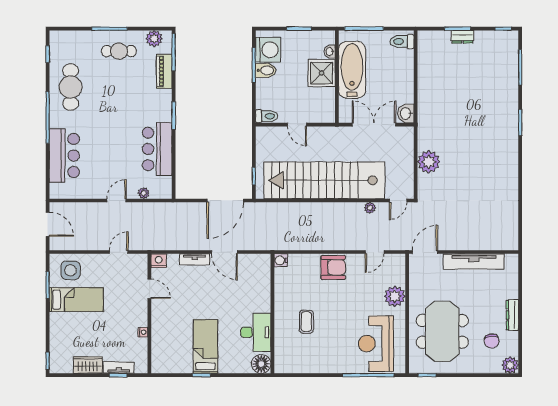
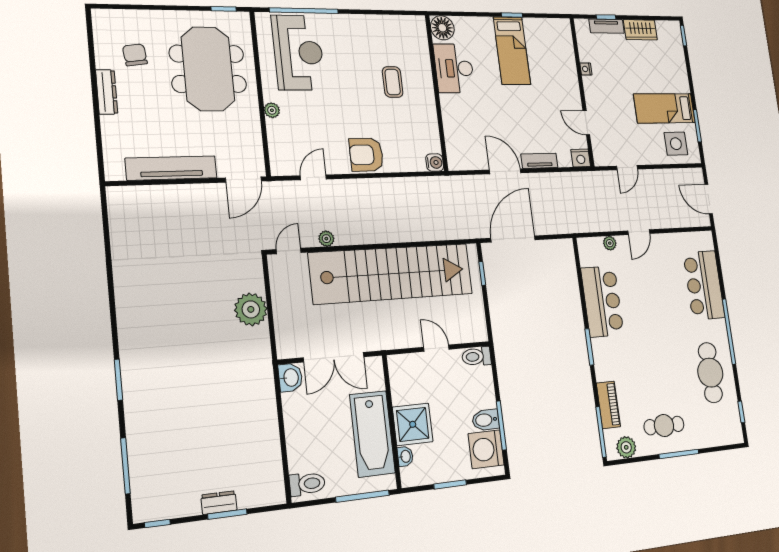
plant: (395, 296) -> (272, 110), width x0.53, depth x0.53
plant: (510, 365) -> (104, 21), removed

